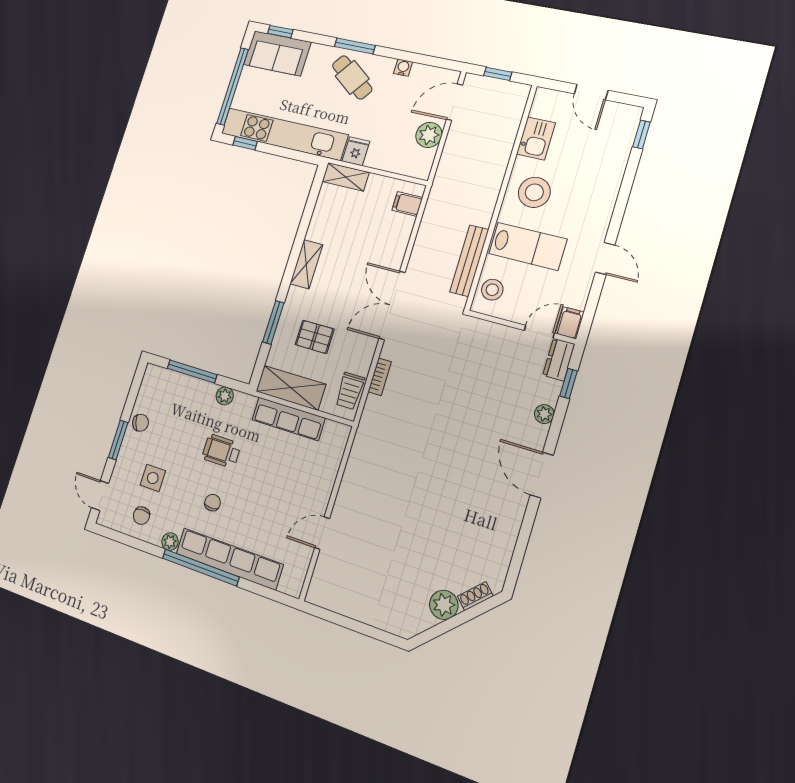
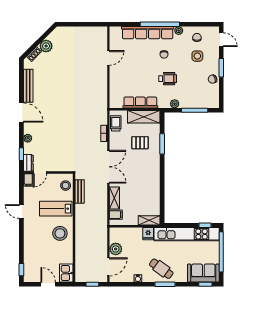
kitchen sink: (536, 138) -> (66, 273), moved
bench: (469, 261) -> (80, 191), width x0.73
shelving: (306, 264) -> (114, 198), moved
bench: (509, 530) -> (28, 86), added

